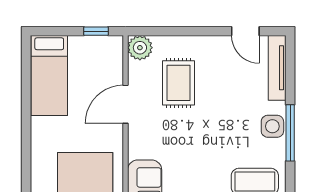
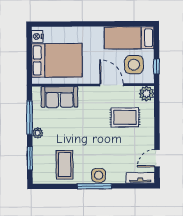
side table: (93, 68) -> (134, 65), added
tv unit: (277, 68) -> (140, 178), width x0.71

